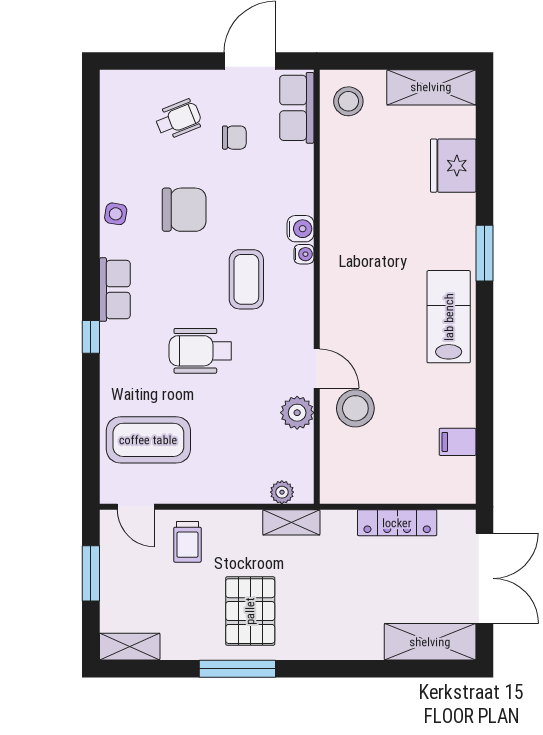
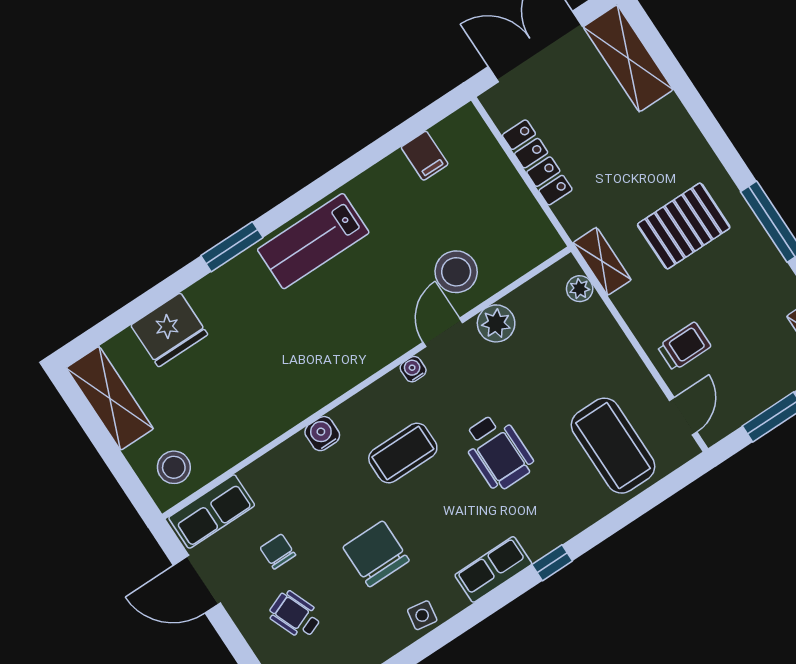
water cooler: (304, 254) -> (413, 369), moved
pallet: (250, 611) -> (684, 226), moved

